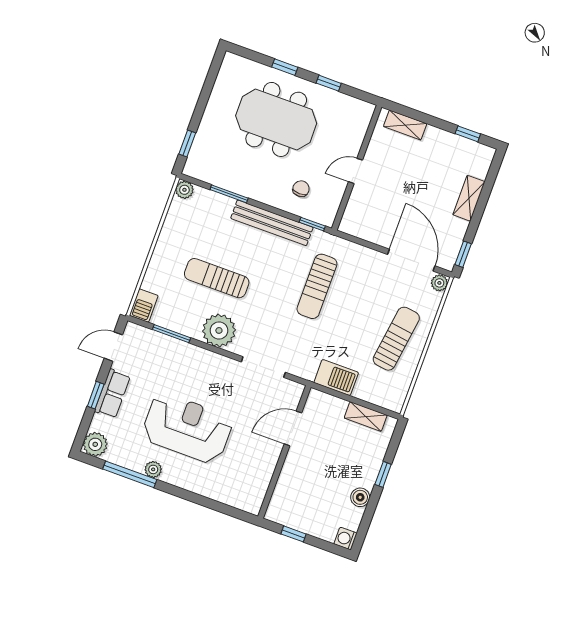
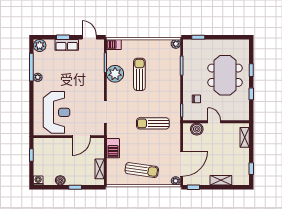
boiler: (357, 209) -> (197, 129), added
bench: (272, 223) -> (175, 91), removed
plant: (219, 330) -> (115, 74), moved
reception desk: (187, 428) -> (57, 112), moved
door: (293, 428) -> (81, 137), swing flipped

